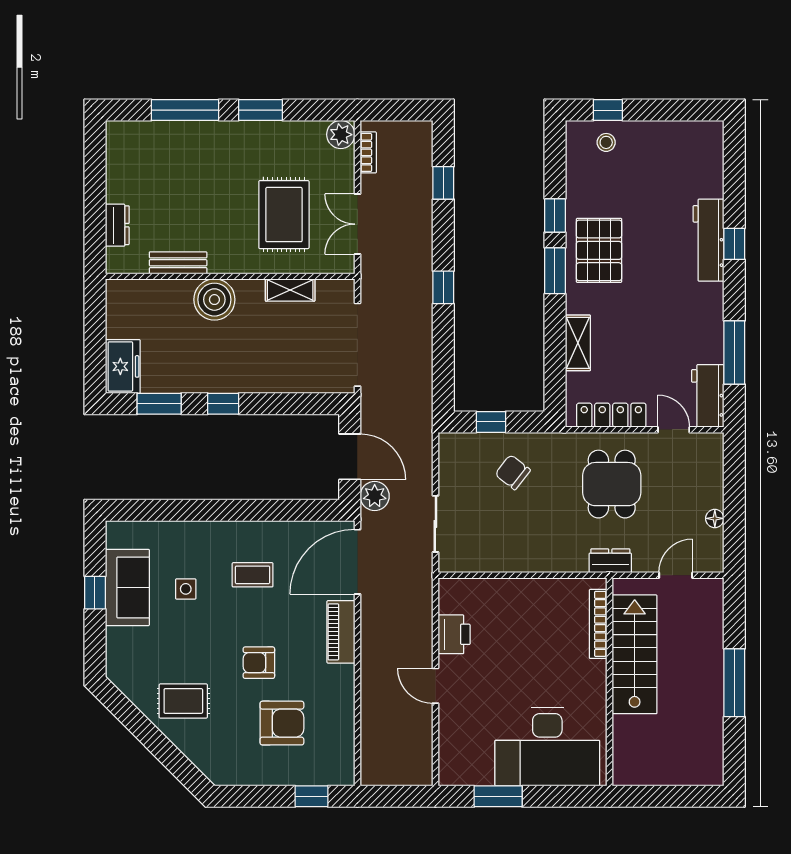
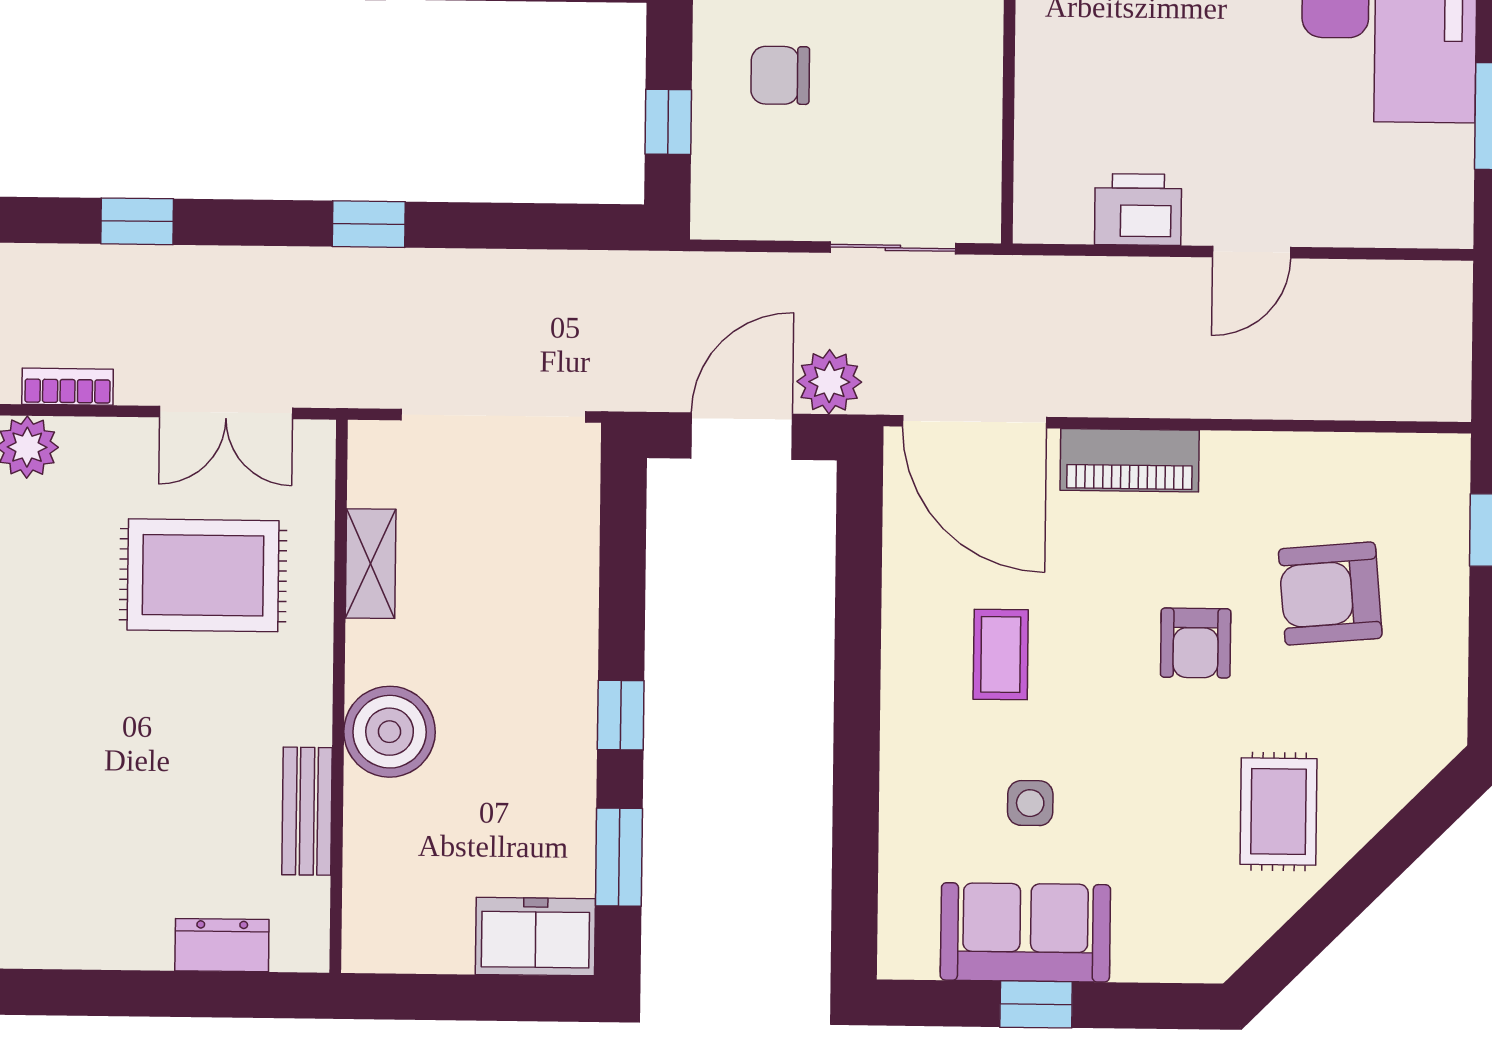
chair: (513, 472) -> (780, 75), turned 52
armchair: (282, 723) -> (1330, 594), turned -95

